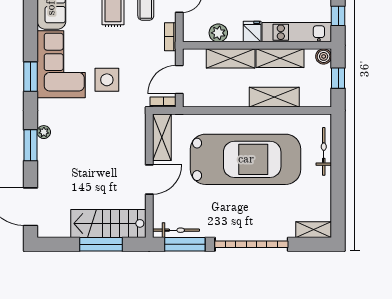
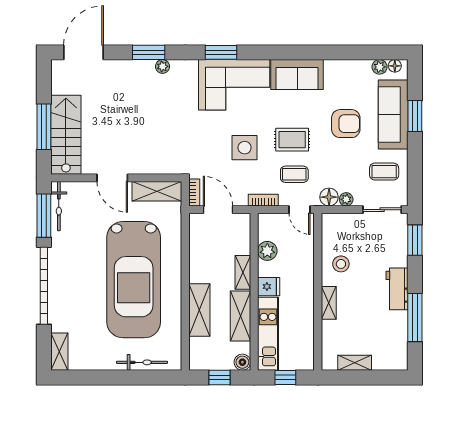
shelving: (231, 58) -> (243, 272), width x0.67, depth x0.75
side table: (107, 80) -> (245, 148), moved

